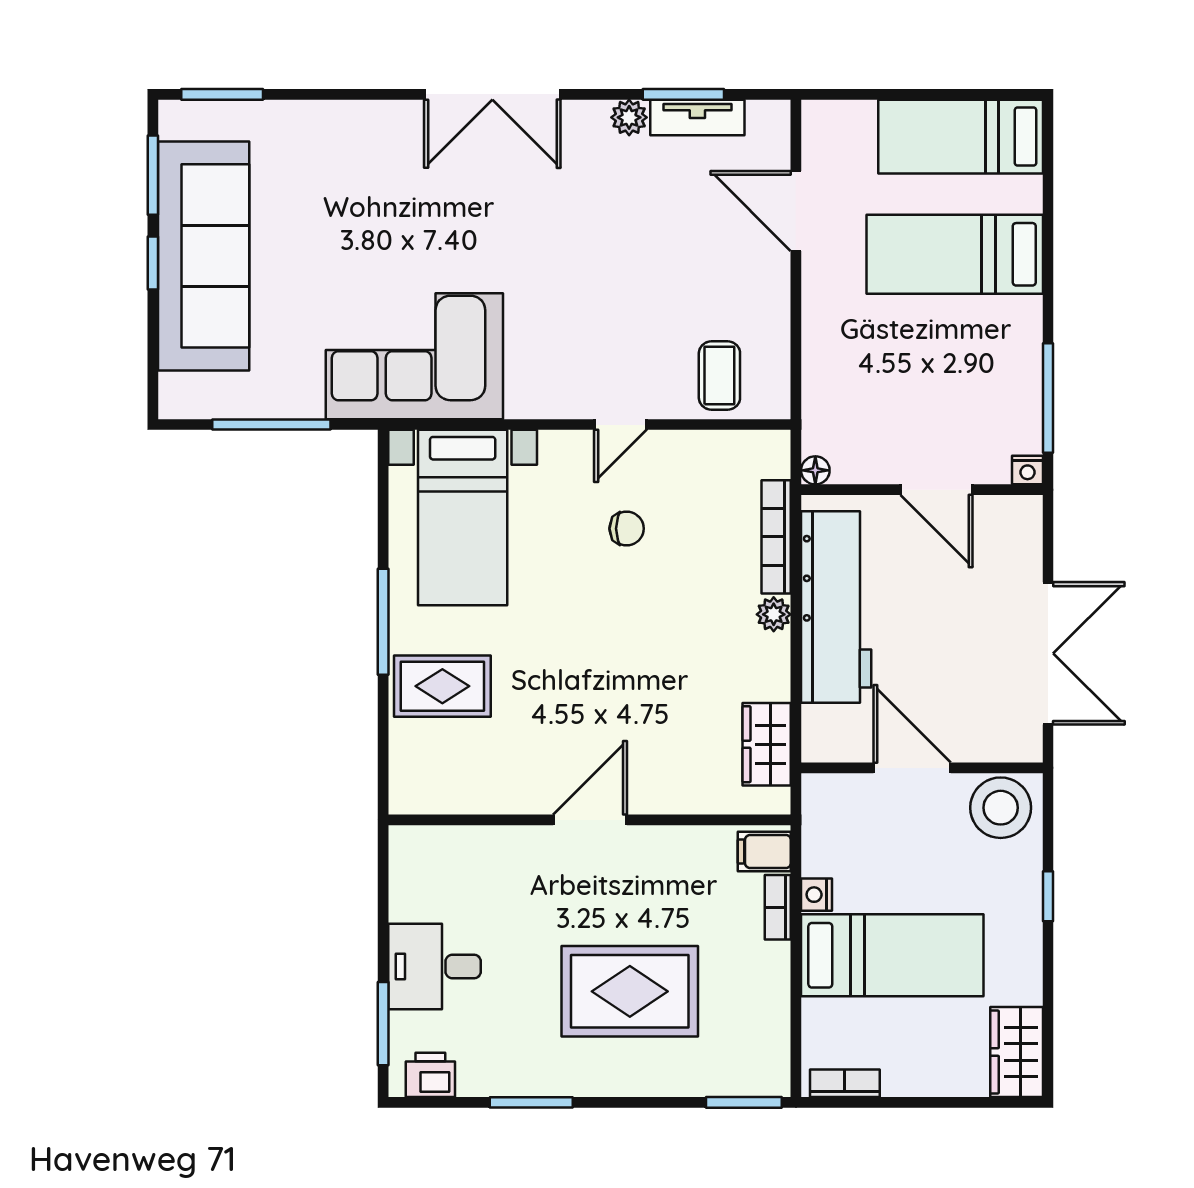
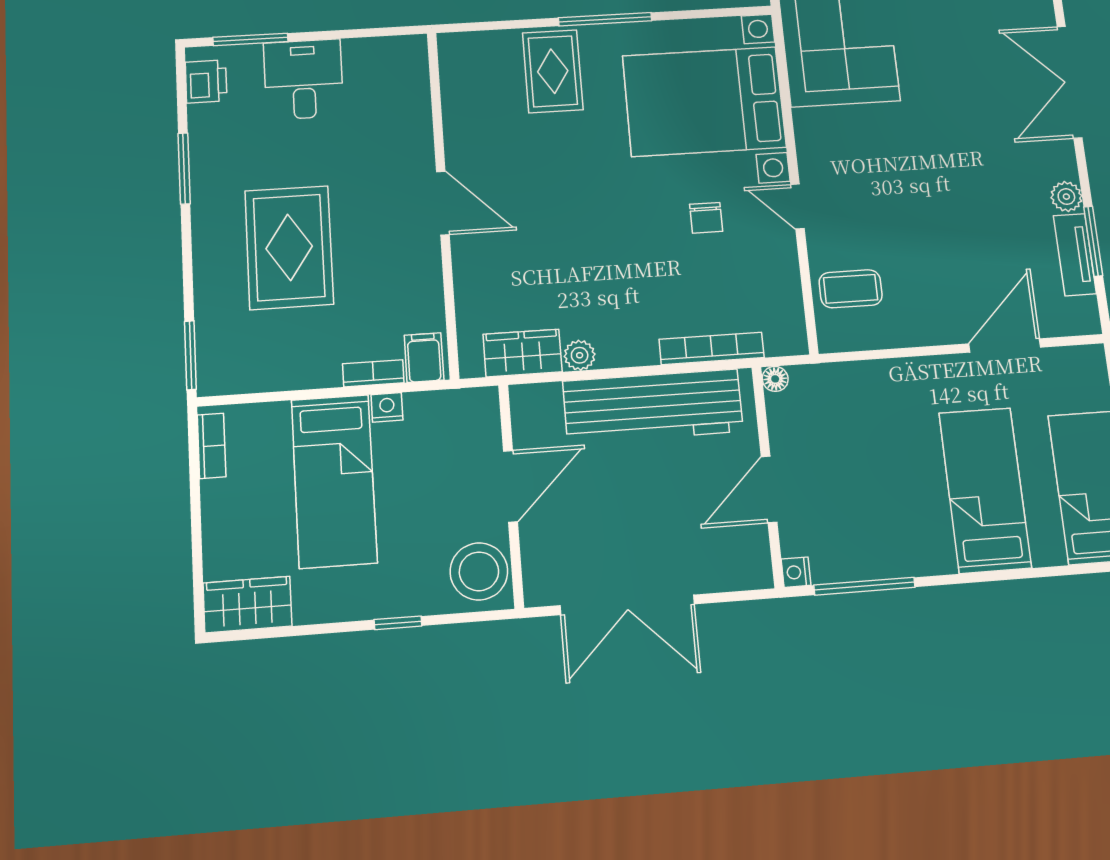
bed with nightstands: (463, 518) -> (704, 101), width x1.36
plant: (774, 614) -> (580, 355), moved

